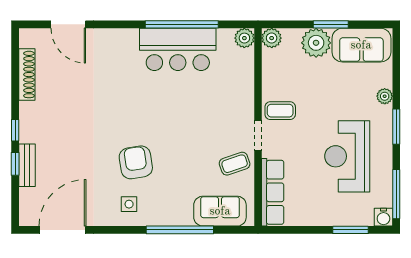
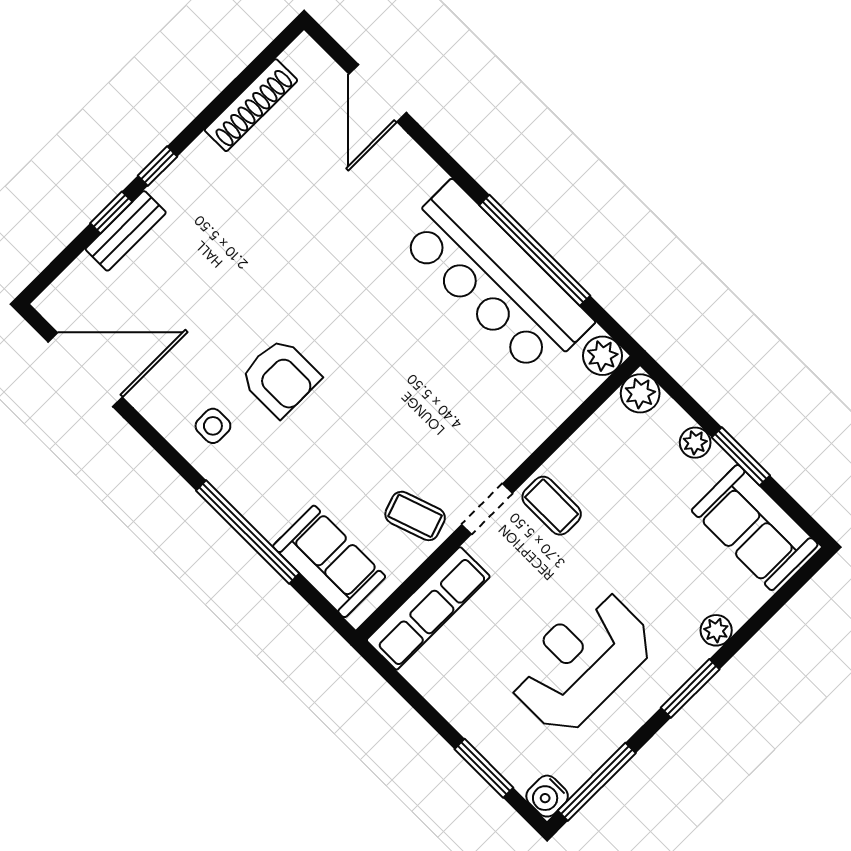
plant: (316, 43) -> (695, 443), width x0.53, depth x0.53
bar counter: (178, 49) -> (495, 279), width x1.36
armchair: (136, 162) -> (280, 377), turned 99

